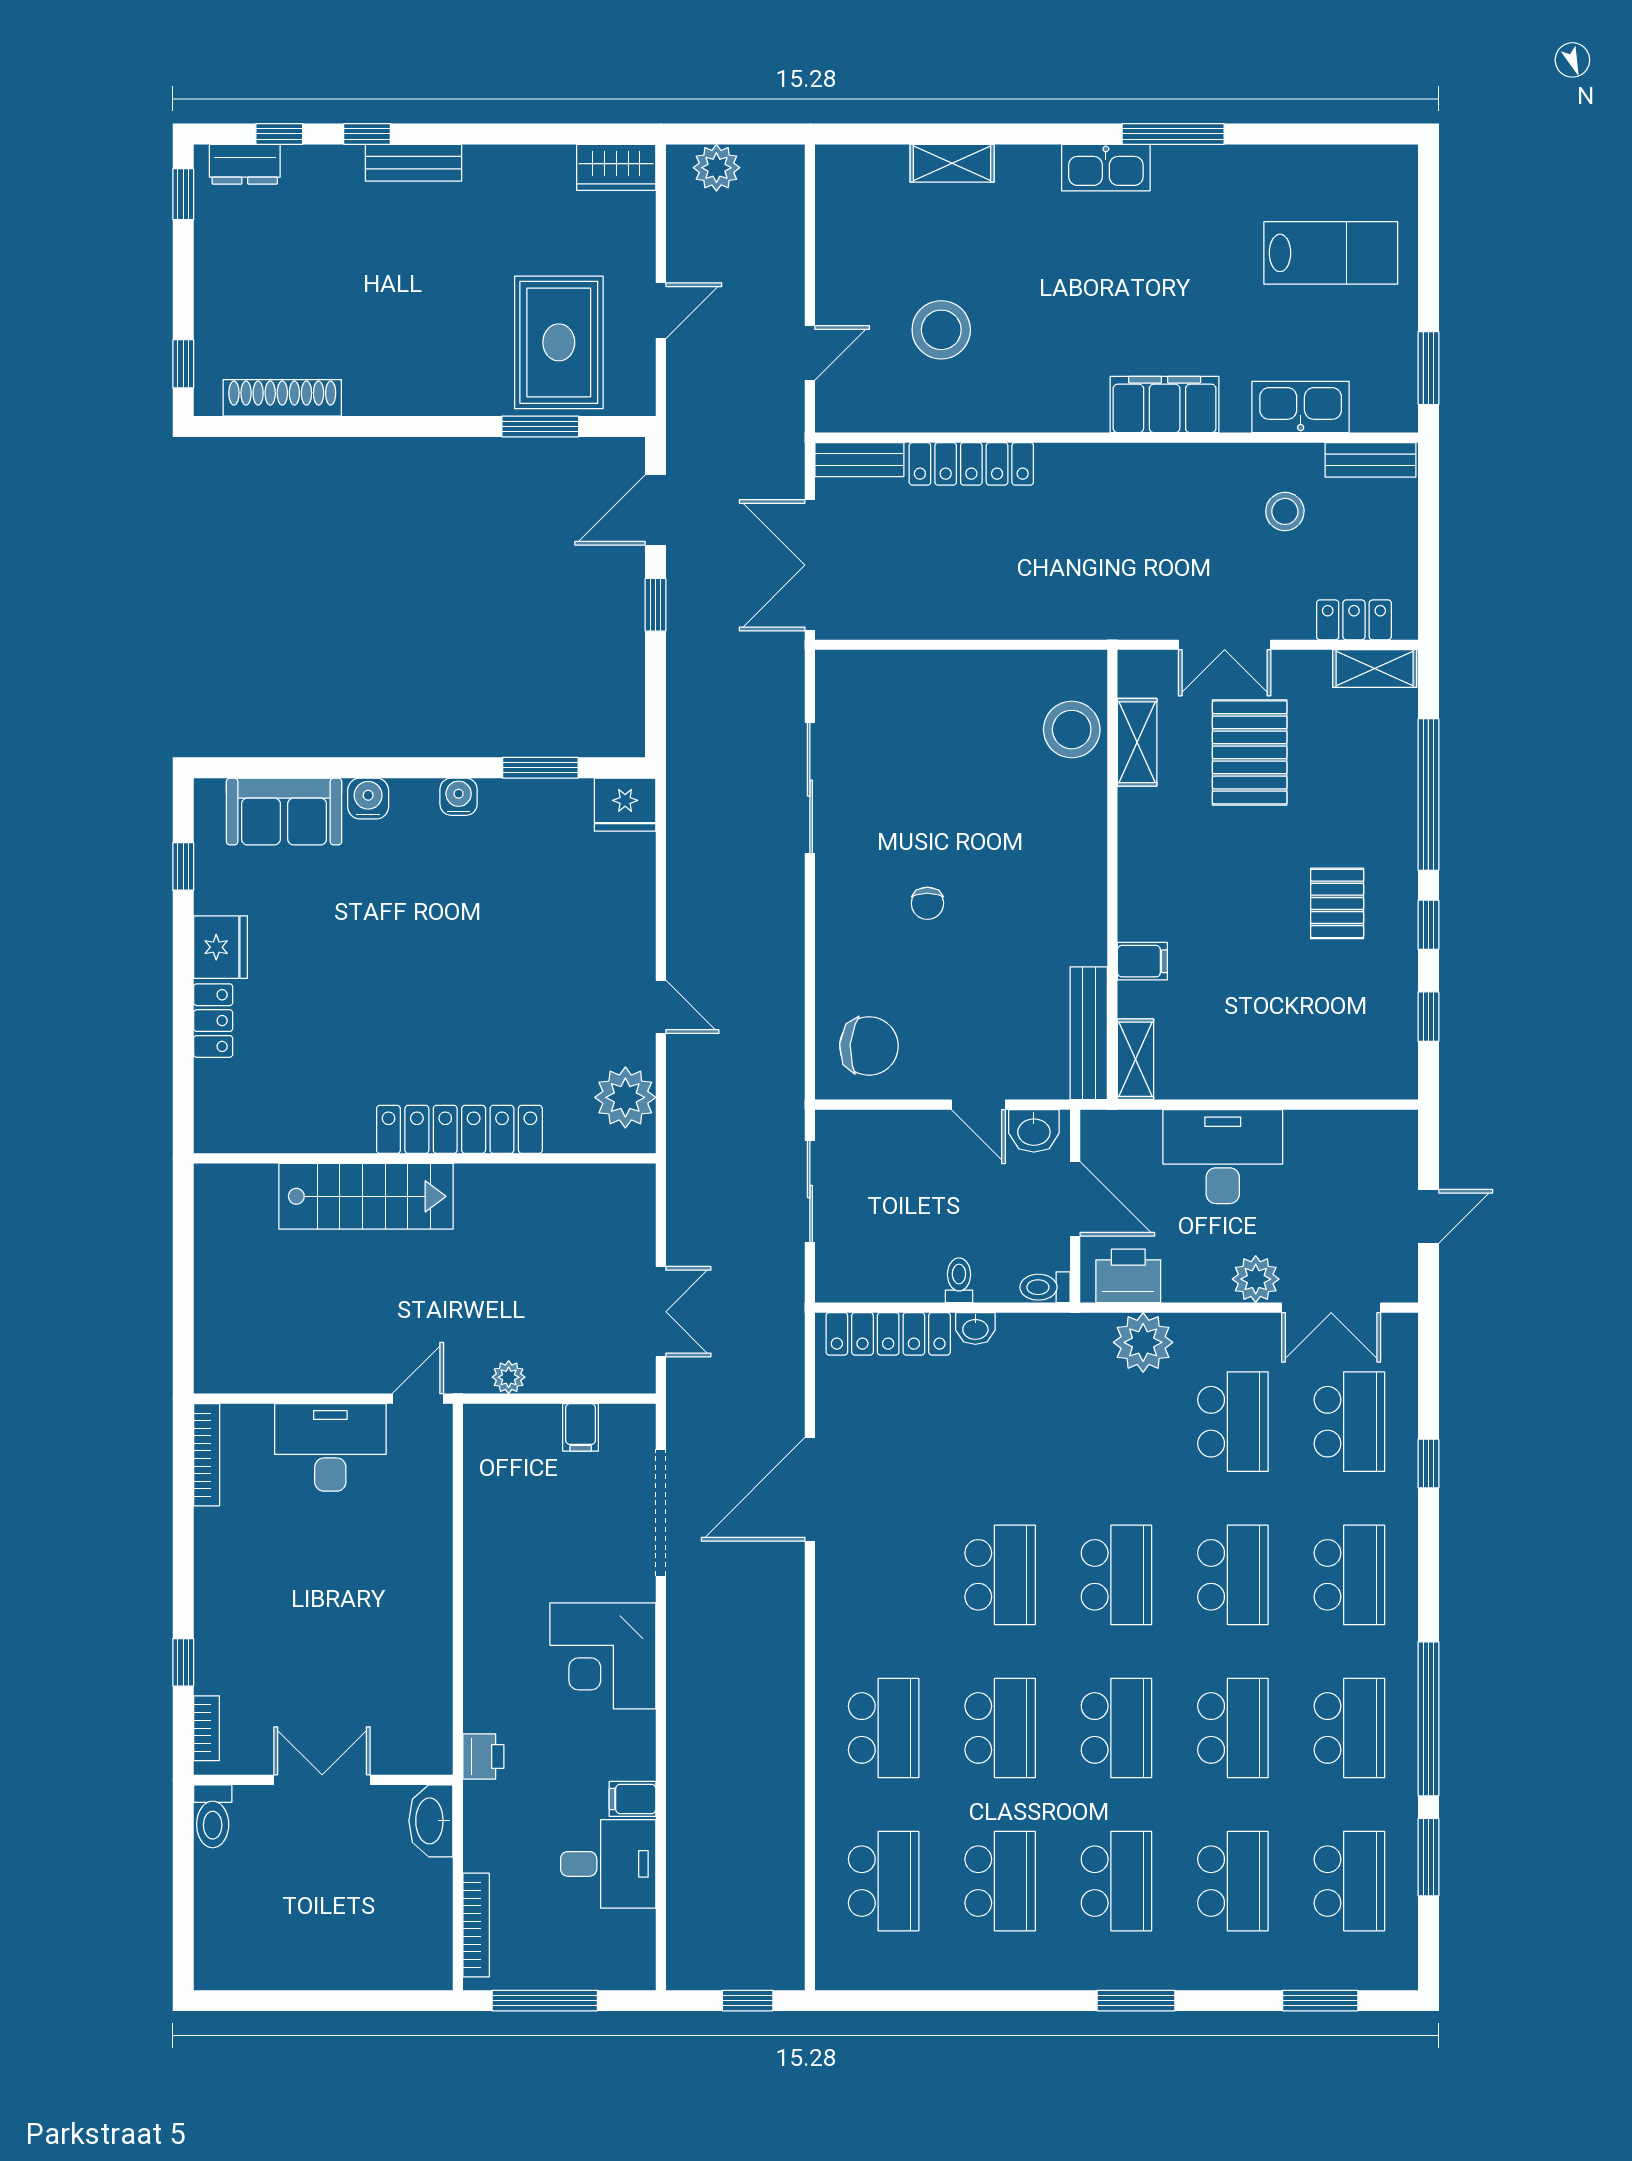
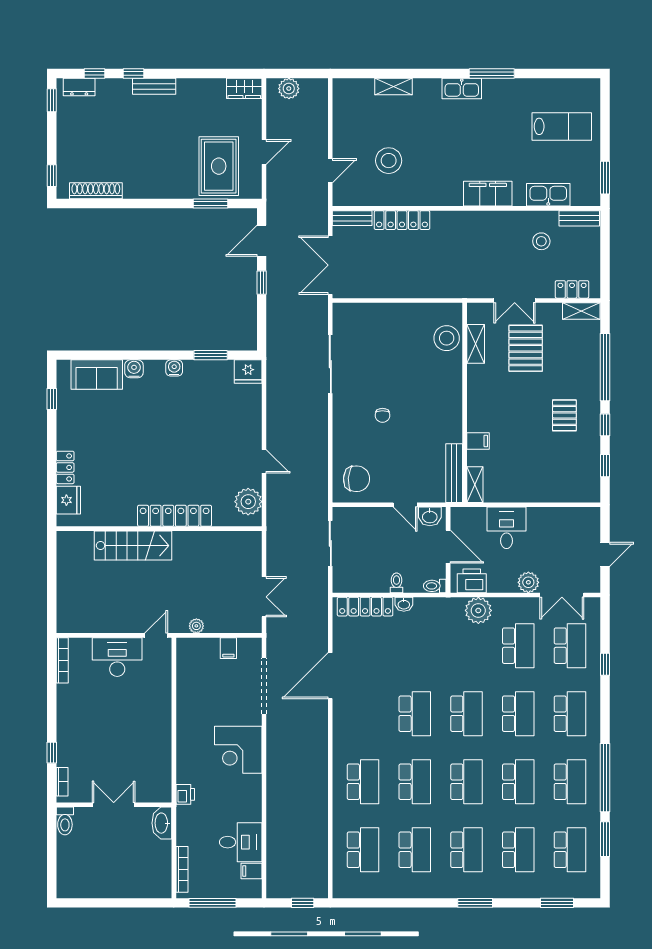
fridge: (220, 947) -> (68, 500), moved
desk: (1223, 1157) -> (506, 528), width x0.73
filing cabinet: (633, 1799) -> (251, 871), moved

